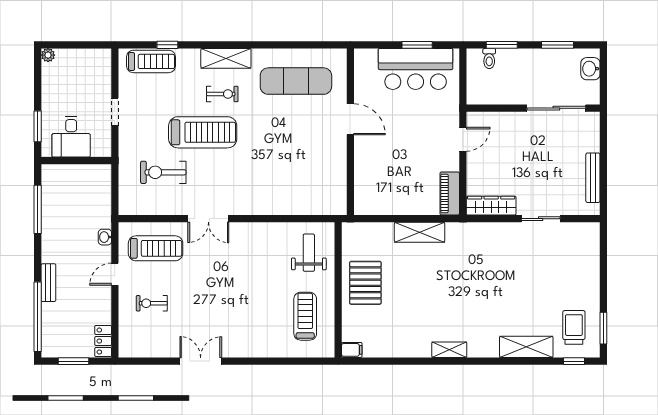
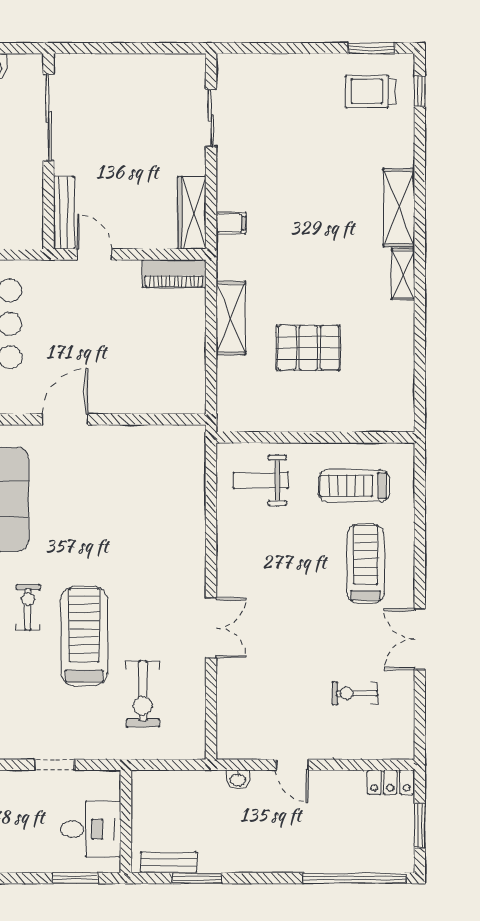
bench: (593, 178) -> (64, 213), moved, turned 90
window: (38, 209) -> (197, 878), width x0.69
sliding door: (541, 219) -> (211, 118), moved
treadmill: (156, 248) -> (366, 564), moved
bench: (48, 283) -> (169, 862), moved
pallet: (365, 283) -> (308, 348), moved
exercise bike: (152, 303) -> (355, 693), moved, turned 90
shelving: (526, 347) -> (399, 208), moved
filing cabinet: (352, 350) -> (231, 223), moved, turned 90

